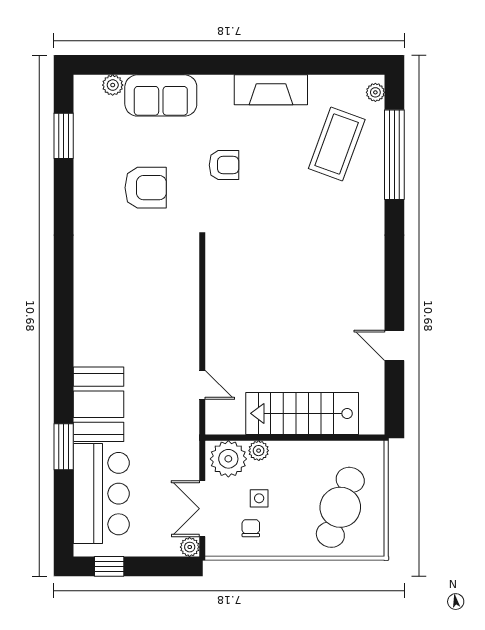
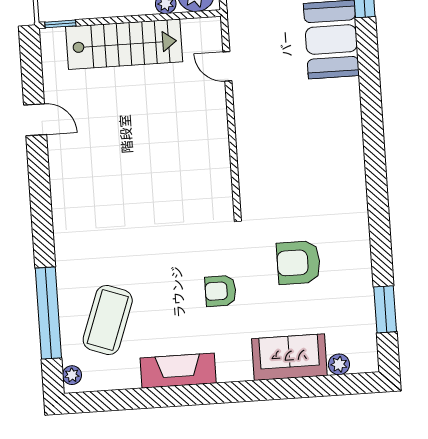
window: (363, 438) -> (60, 24), added

